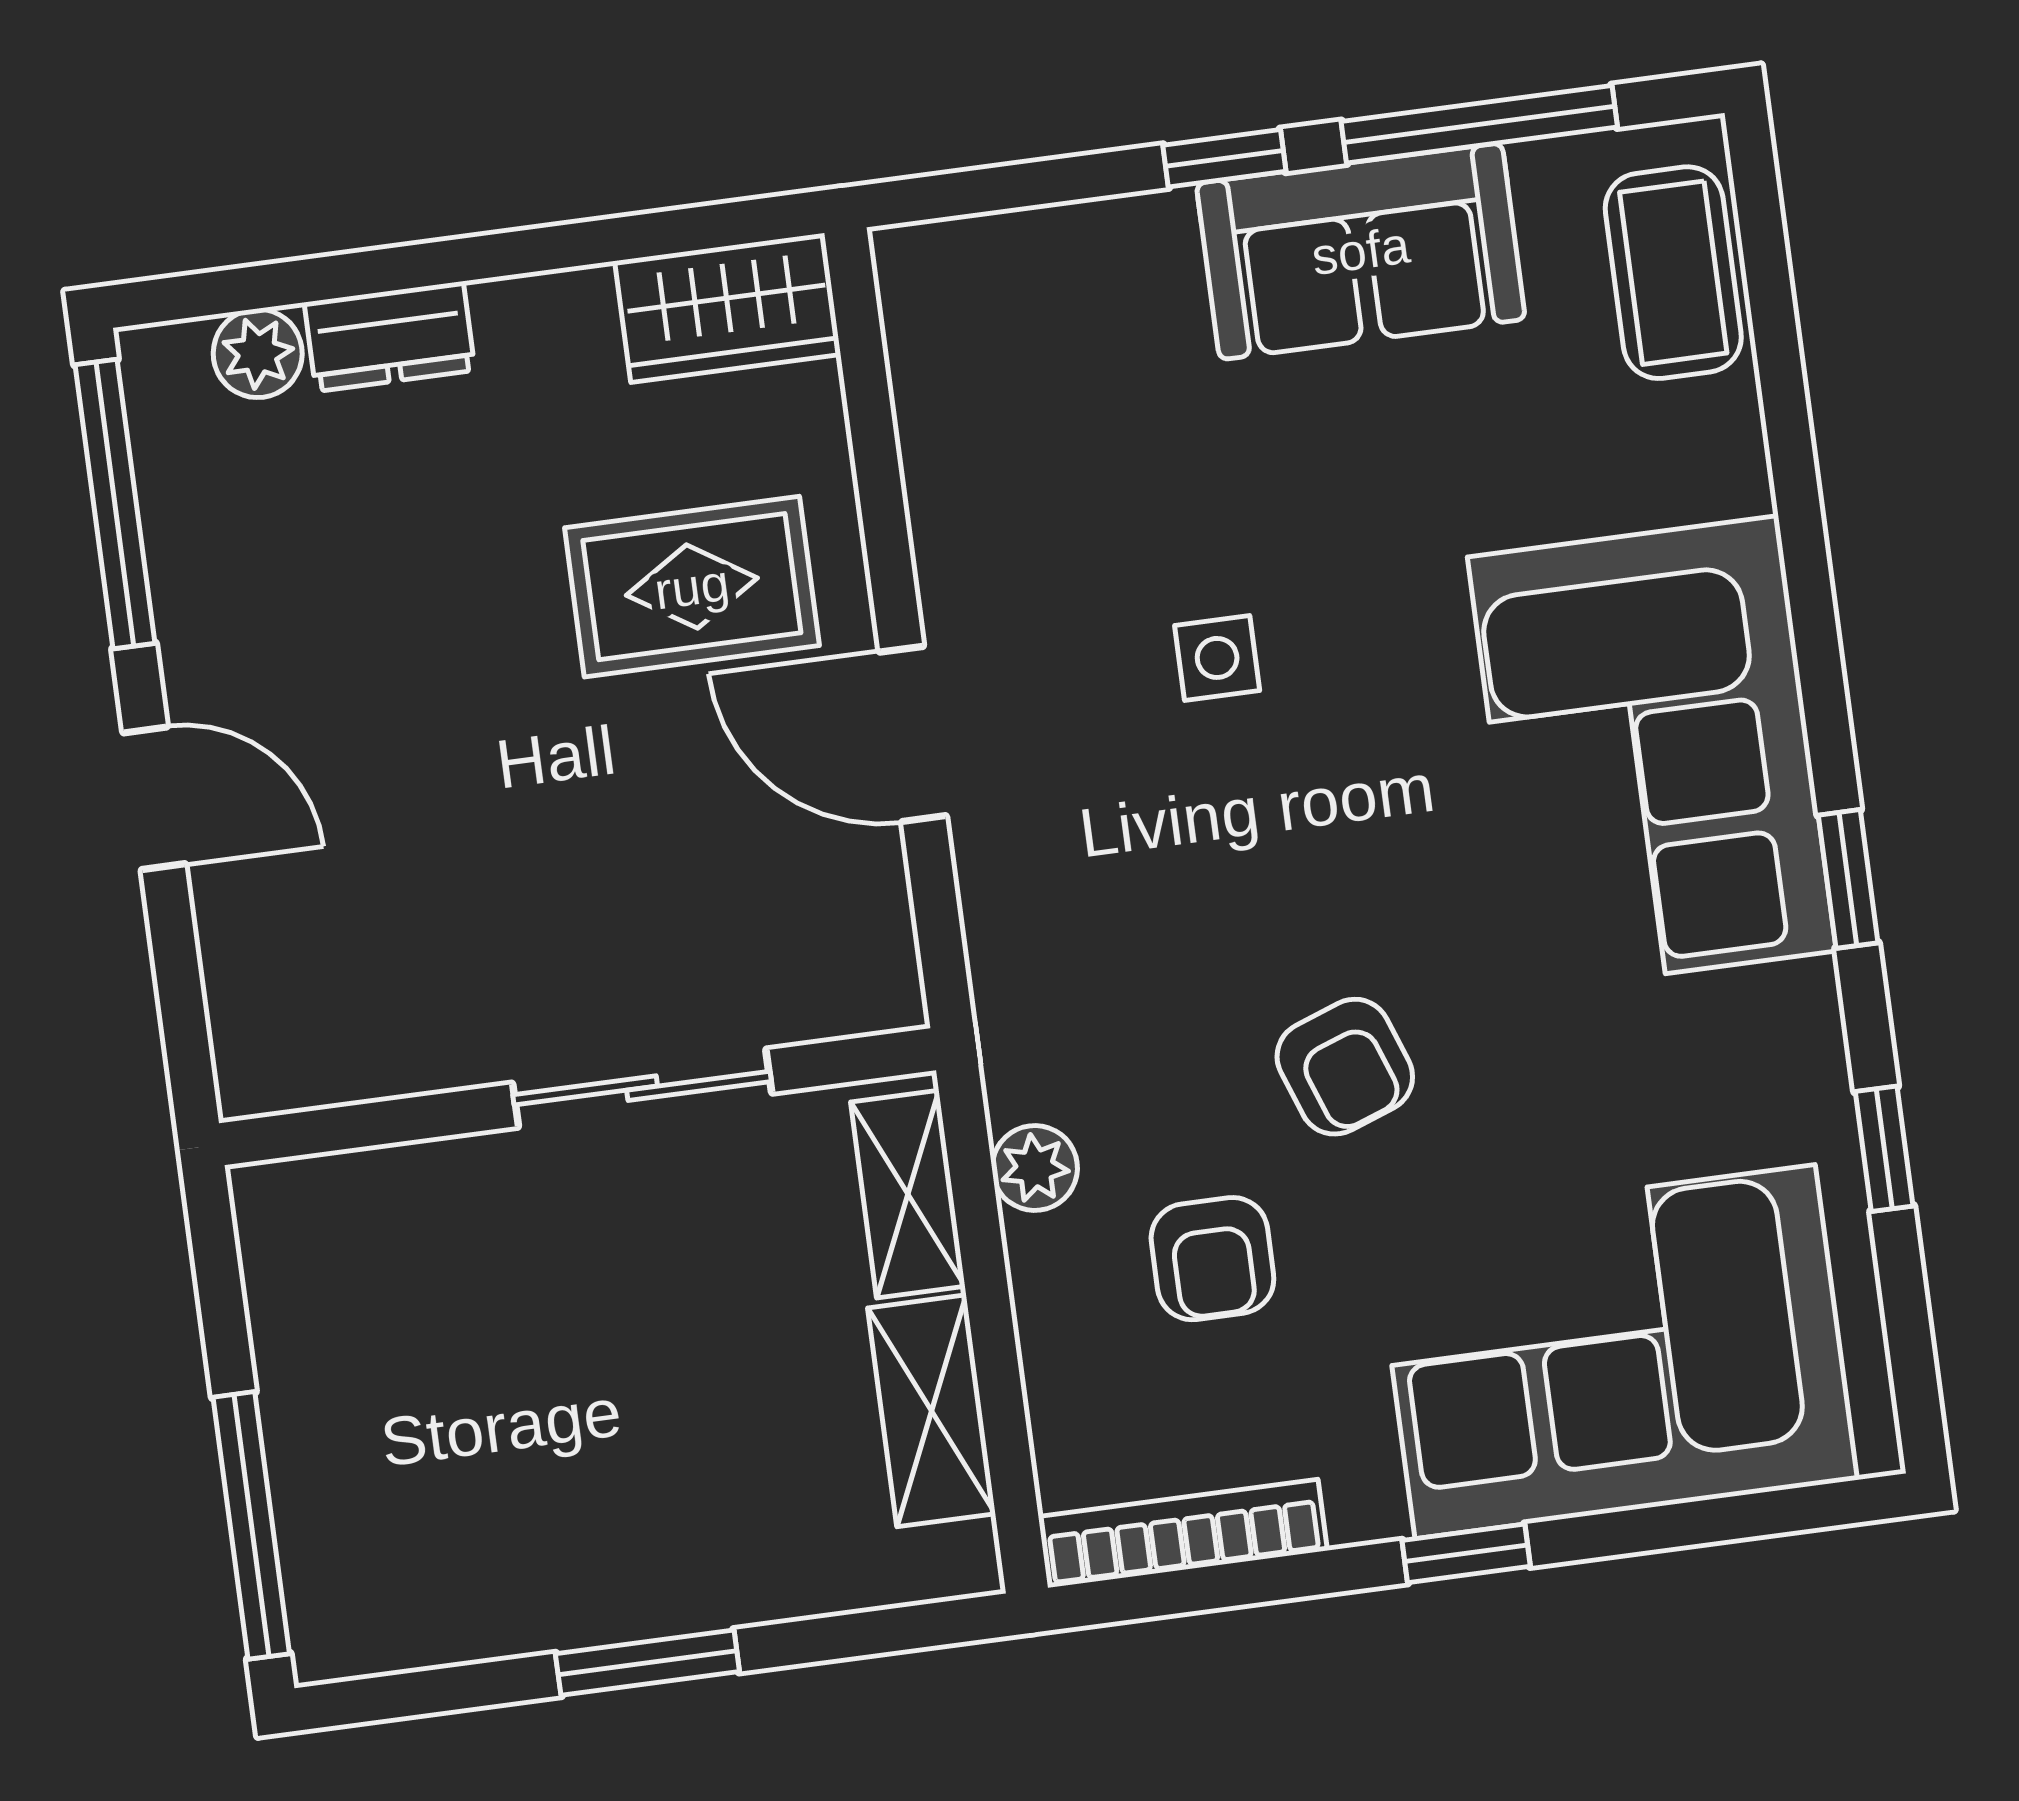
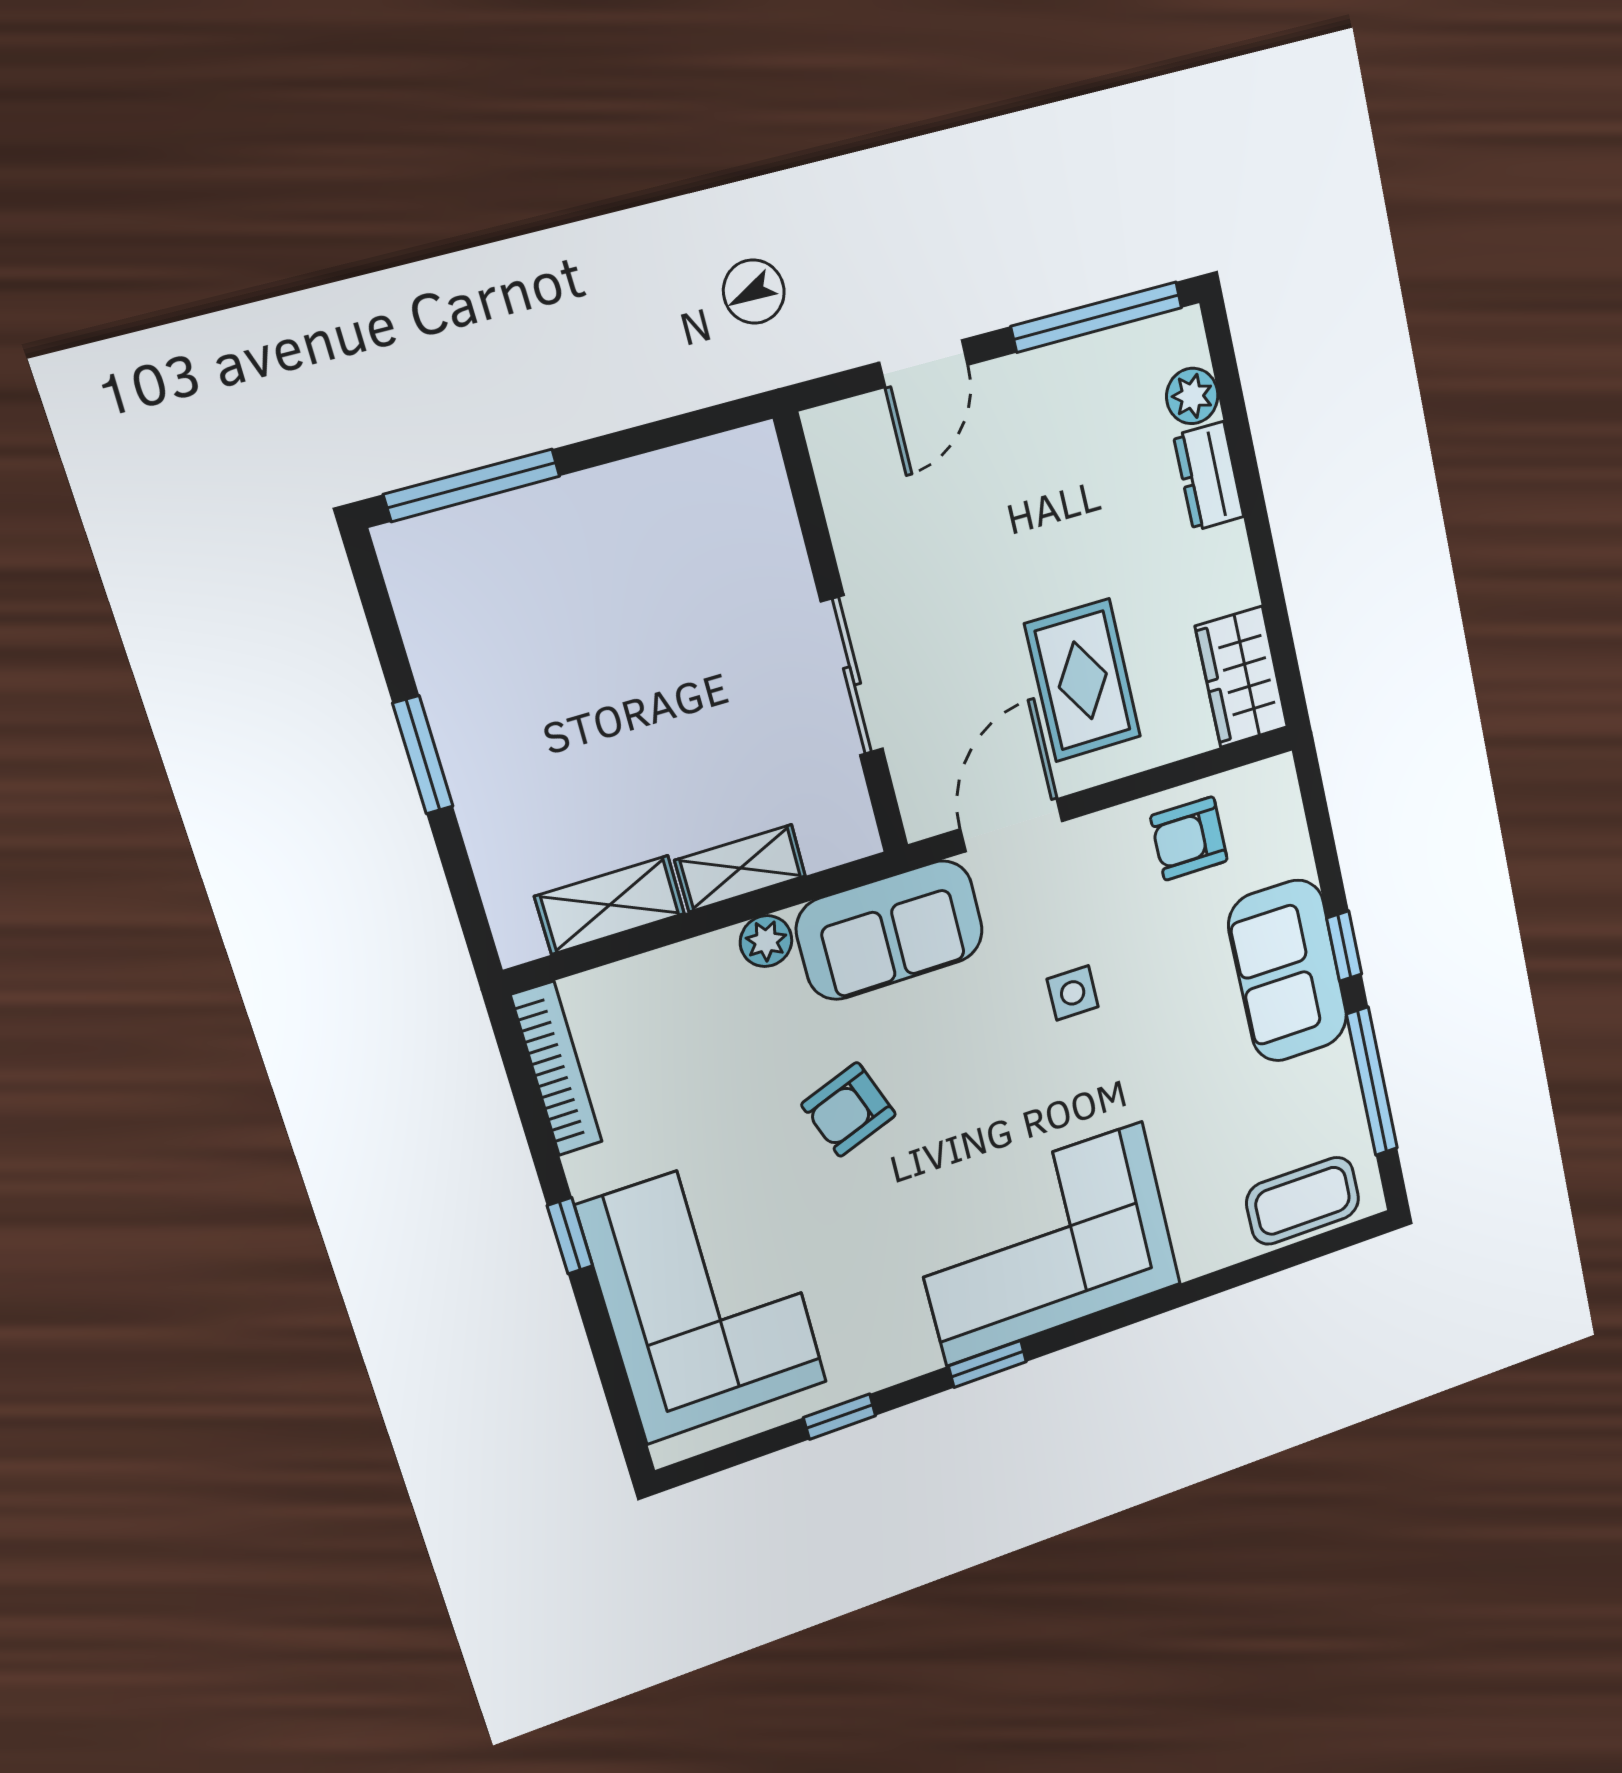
sofa: (1361, 251) -> (1288, 971), moved
sofa: (1053, 960) -> (890, 930), added
sliding door: (642, 1088) -> (852, 676), moved
wall: (578, 1097) -> (842, 637), moved
armchair: (1212, 1259) -> (1189, 838), moved

